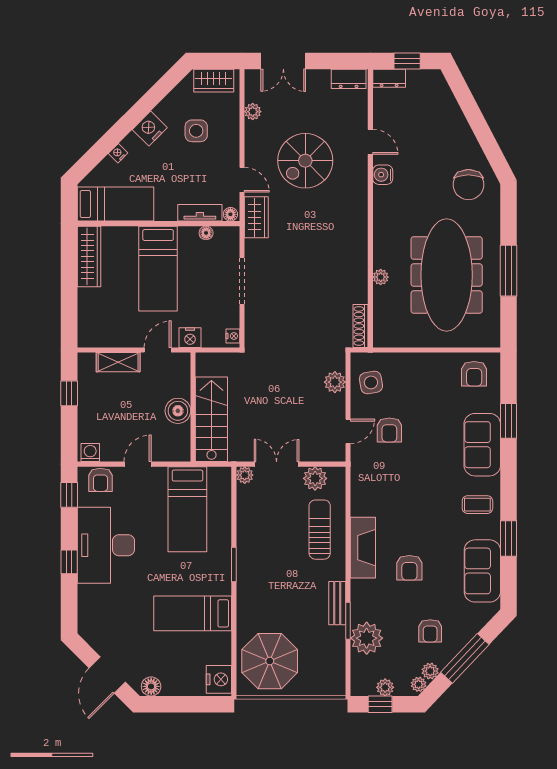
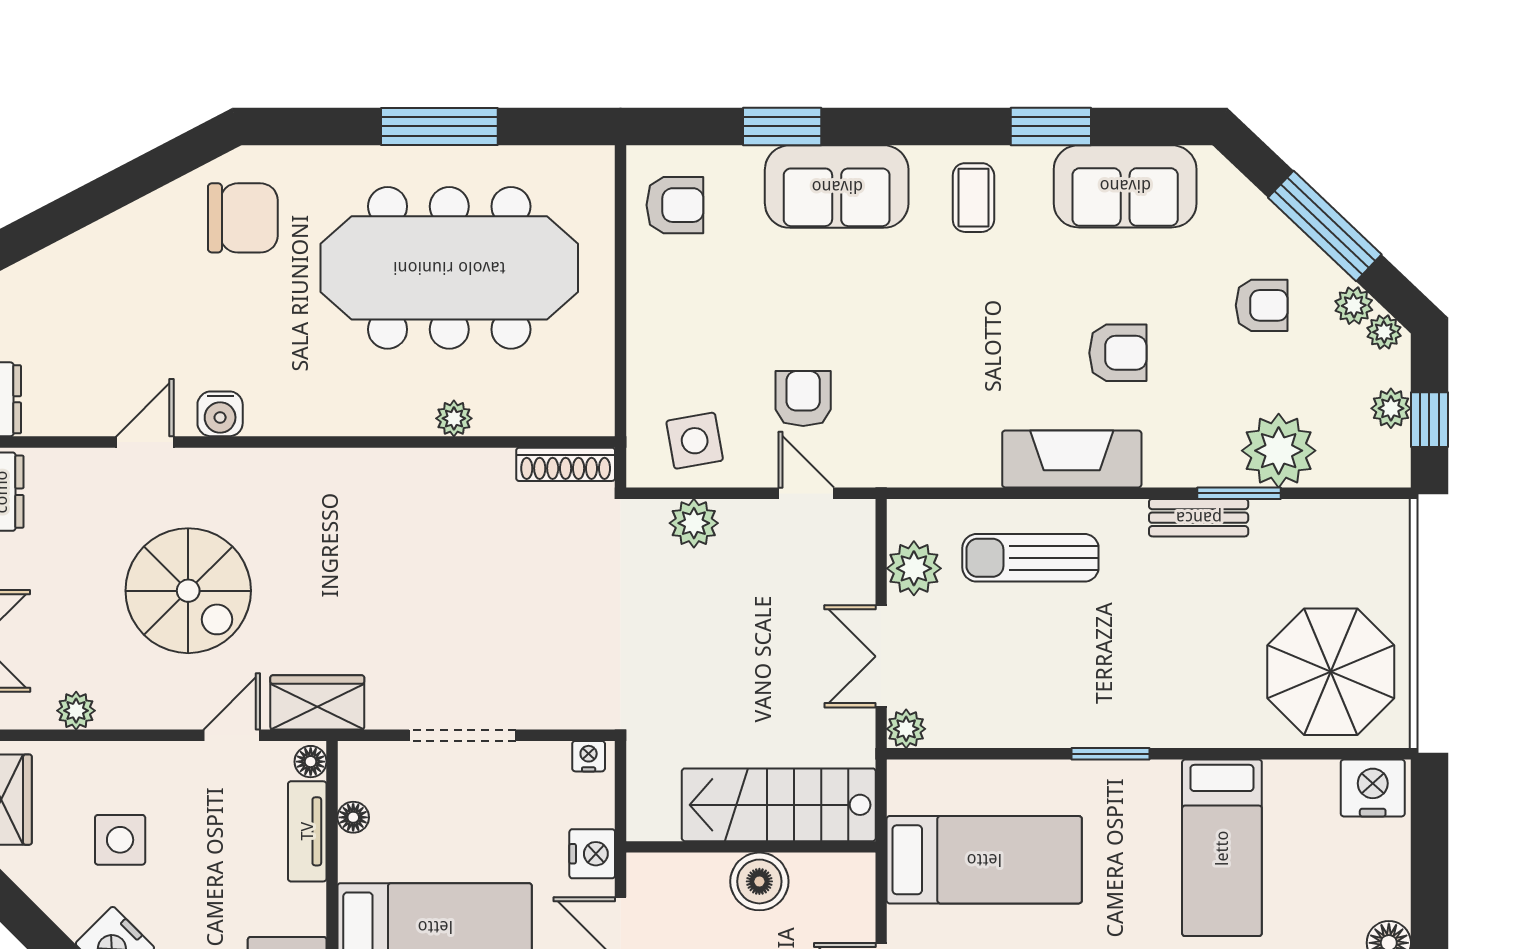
armchair: (389, 430) -> (803, 399), turned -90

